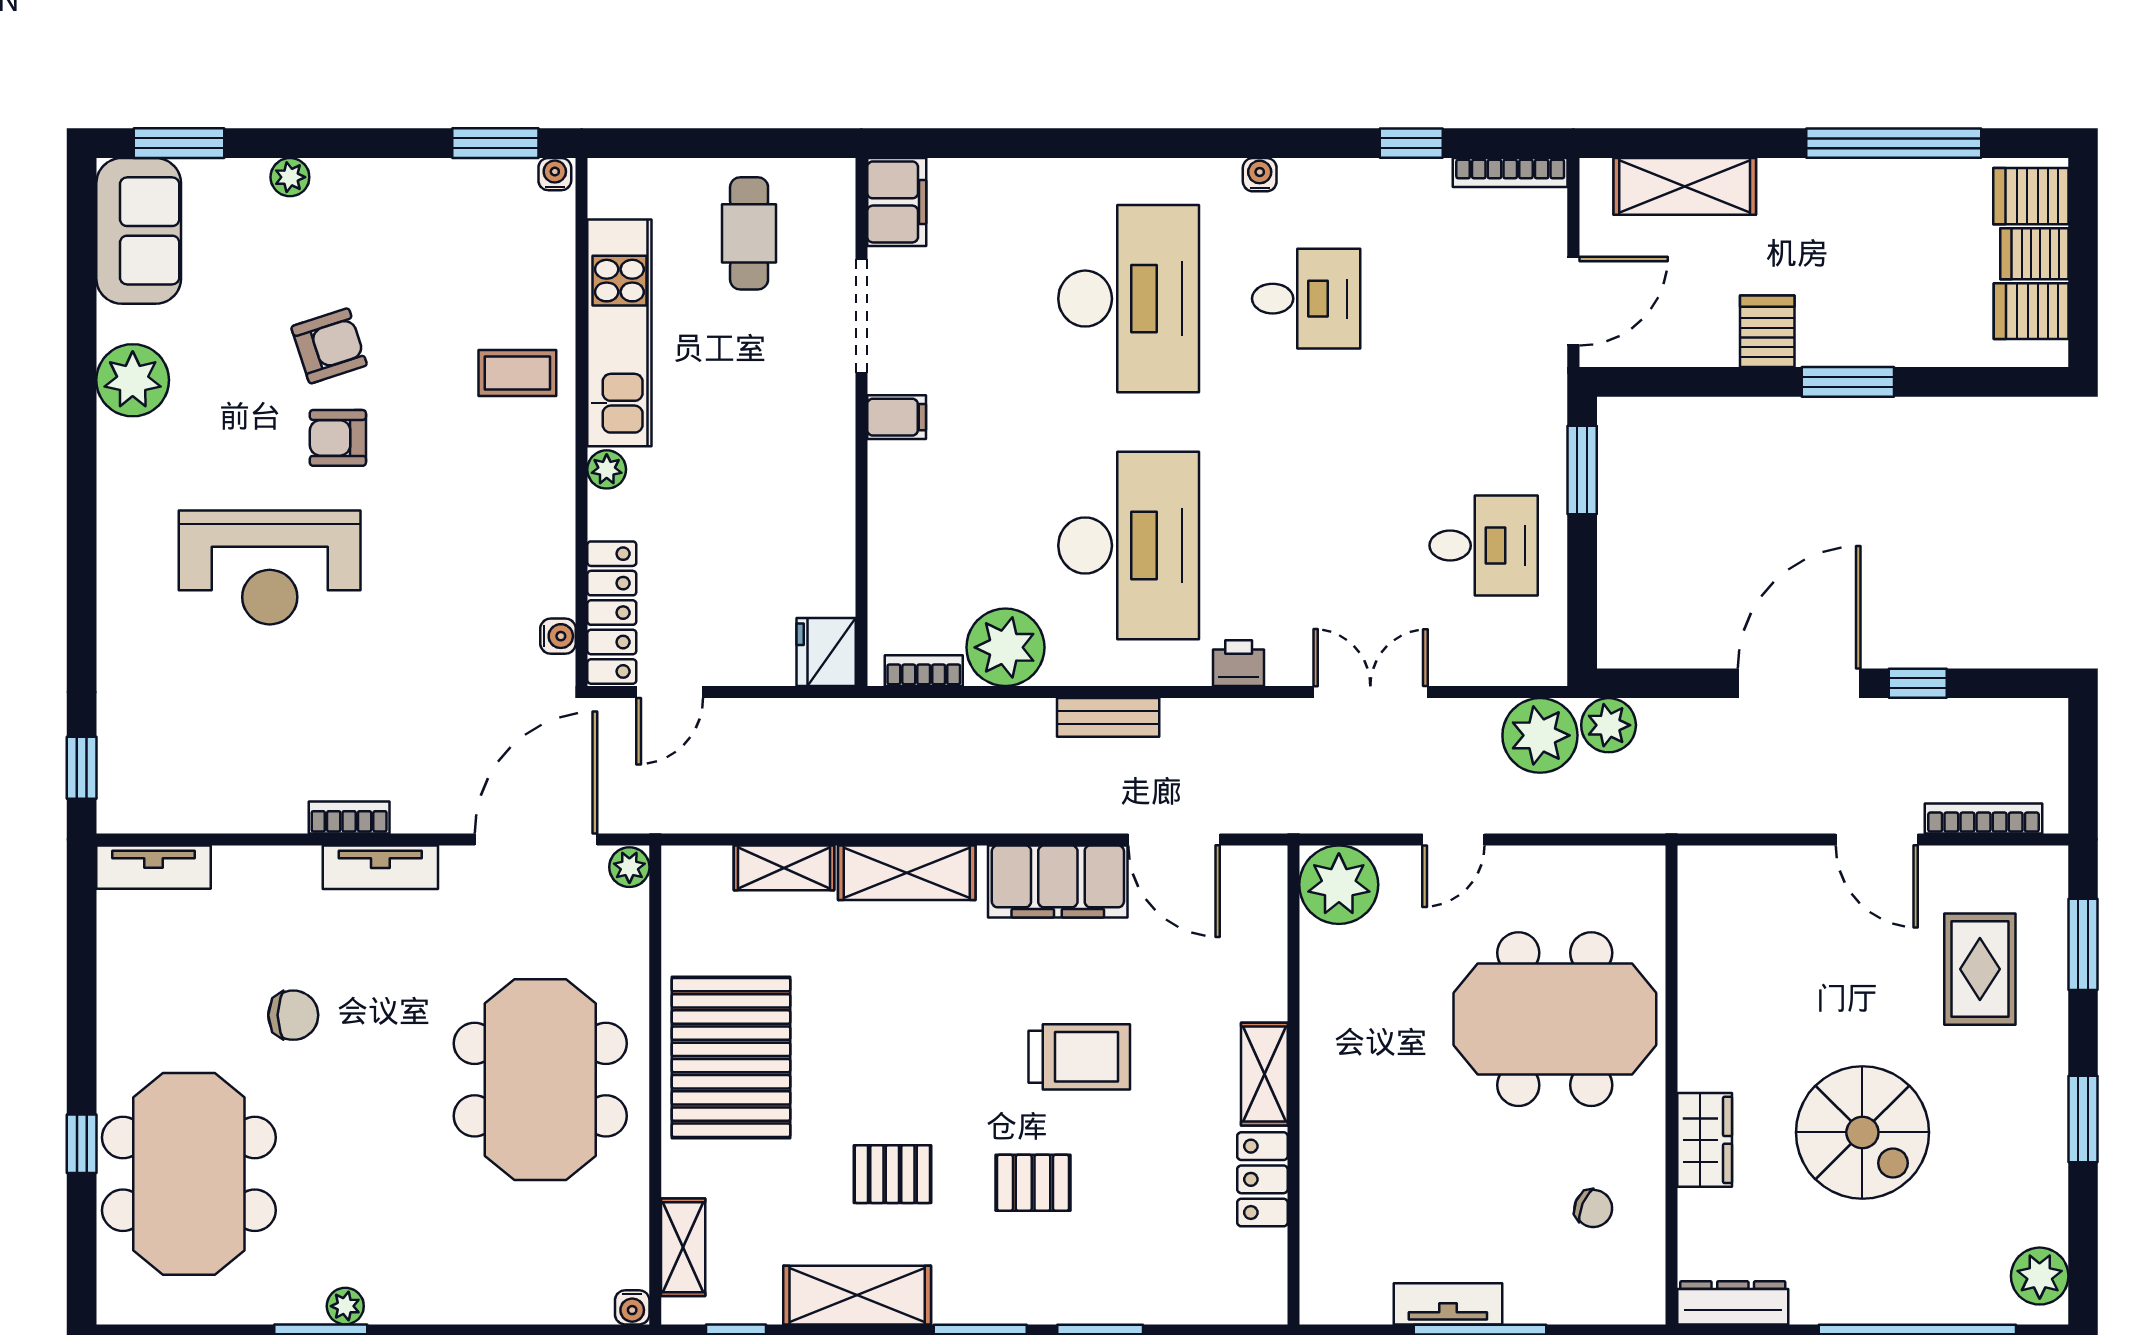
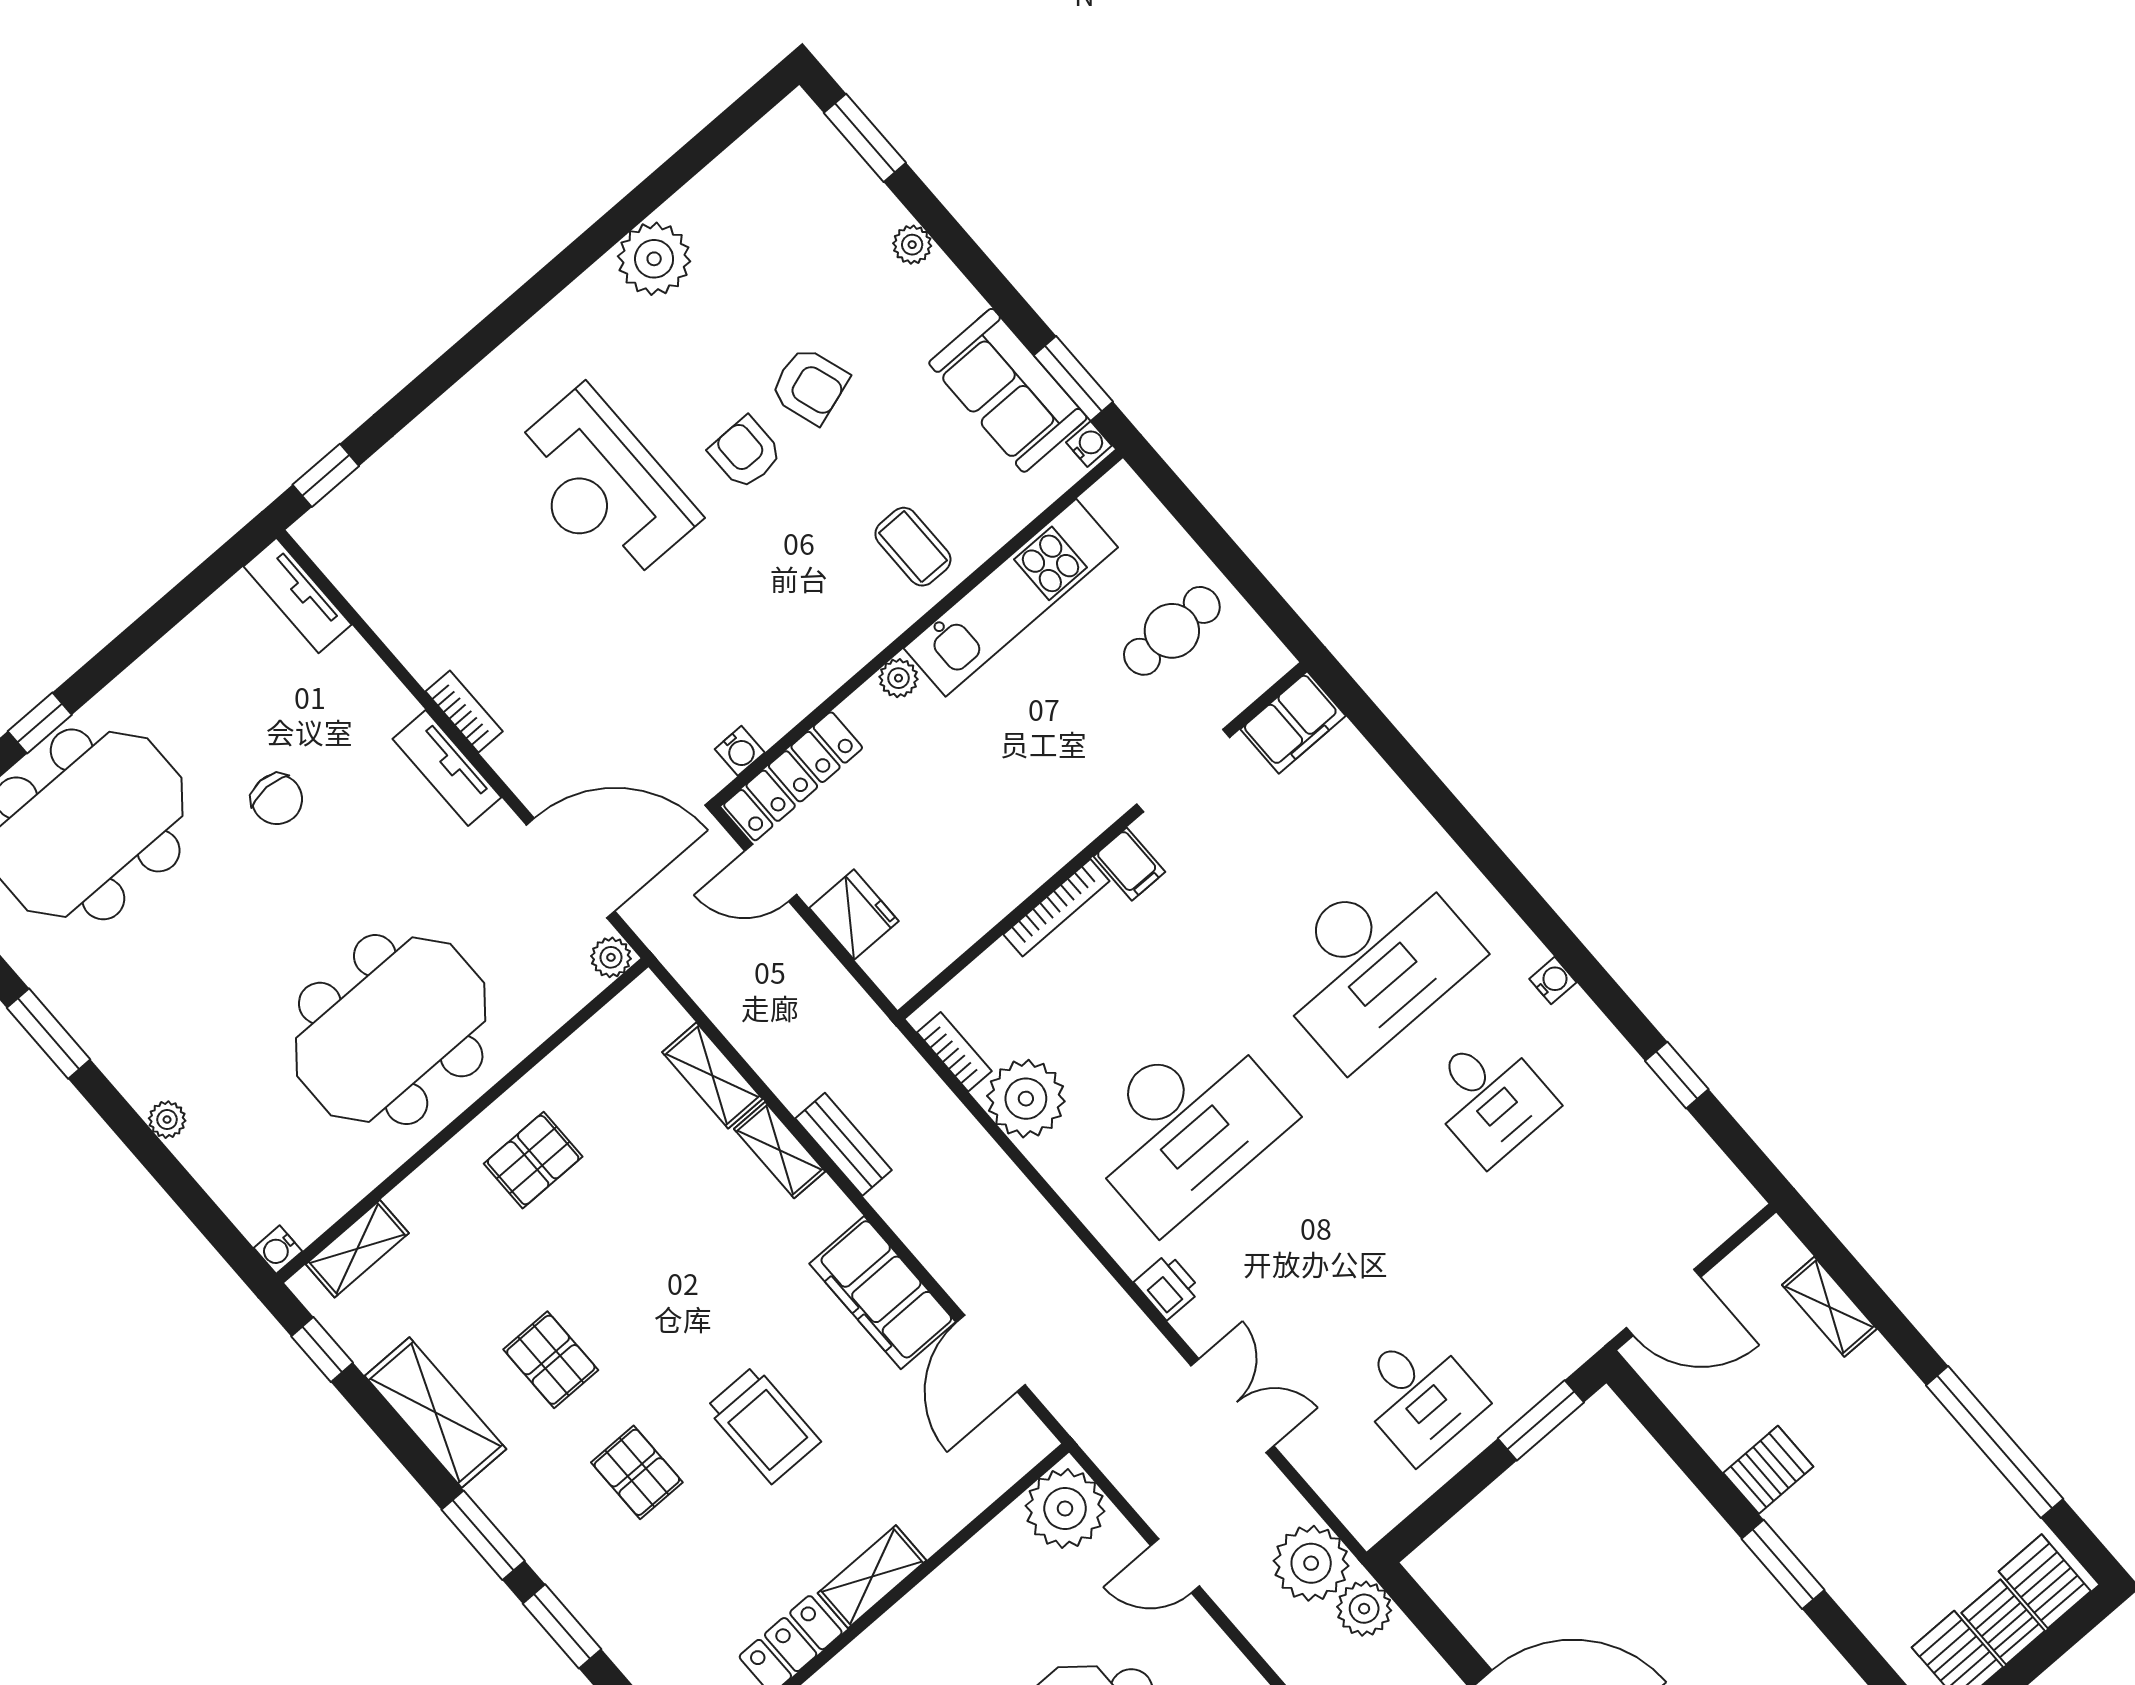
bookcase: (1510, 173) -> (1056, 908), moved, turned -90
shelving: (1685, 186) -> (1829, 1307), width x0.67, depth x0.75
sofa: (139, 231) -> (1008, 390), moved, turned 90
fridge: (826, 652) -> (854, 915), moved, turned 90
bench: (1108, 717) -> (844, 1144), moved
shelving: (907, 873) -> (780, 1150), width x0.67, depth x0.75
pallet: (731, 1057) -> (533, 1160), width x0.49, depth x0.50
plant: (345, 1306) -> (167, 1120), moved

